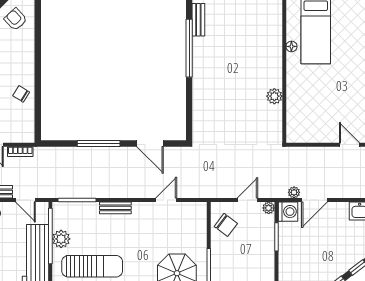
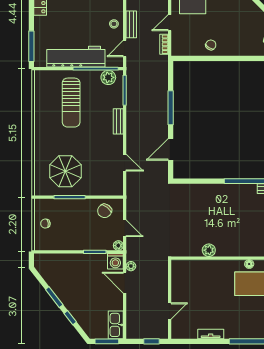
plant: (61, 239) -> (108, 77), moved

